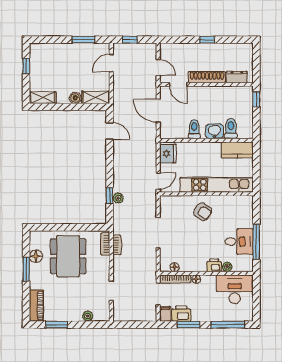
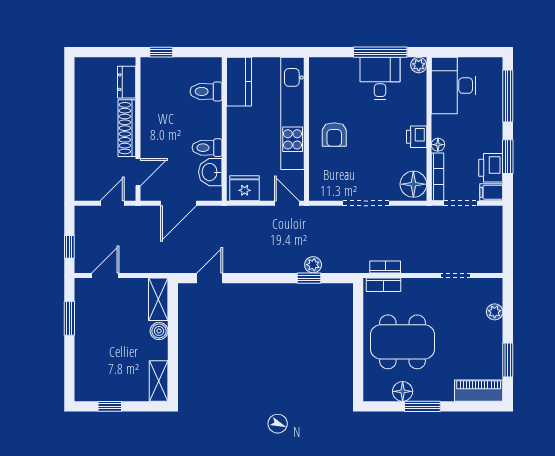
window: (207, 40) -> (69, 128), removed
door: (111, 63) -> (105, 275), swing flipped
washbasin: (215, 131) -> (210, 172), moved
armchair: (203, 212) -> (334, 135), turned 147
printer: (214, 265) -> (417, 137), moved
floor lamp: (175, 267) -> (413, 184), width x1.89, depth x1.89
plant: (227, 267) -> (419, 65), moved

